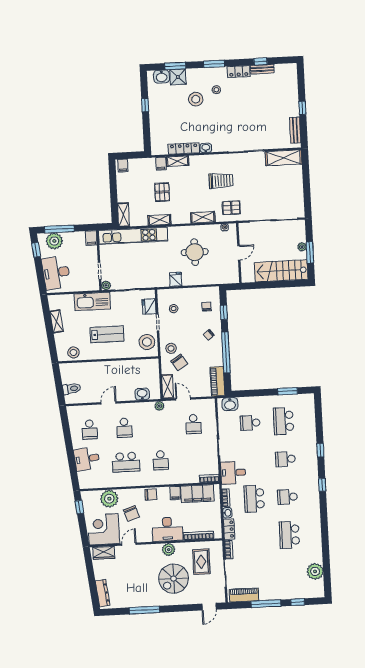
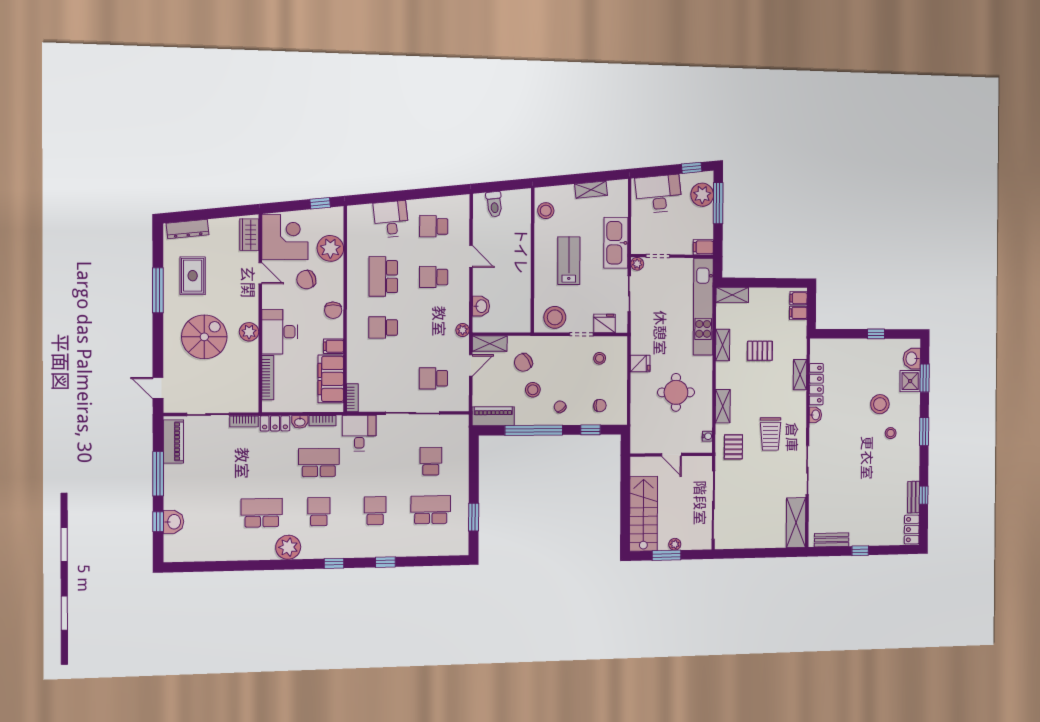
locker: (239, 72) -> (912, 530), moved
filing cabinet: (161, 164) -> (798, 313), moved
lab bench: (107, 334) -> (569, 261), turned 180
stool: (171, 348) -> (533, 390), moved
washbasin: (230, 404) -> (173, 522), moved, turned 180
rug: (201, 562) -> (193, 276), moved, turned 90
plant: (315, 571) -> (288, 547), moved
spiral stairs: (174, 579) -> (204, 337), turned 90

